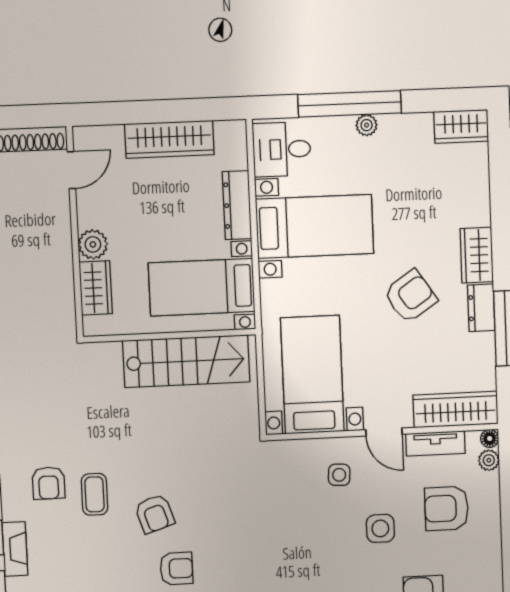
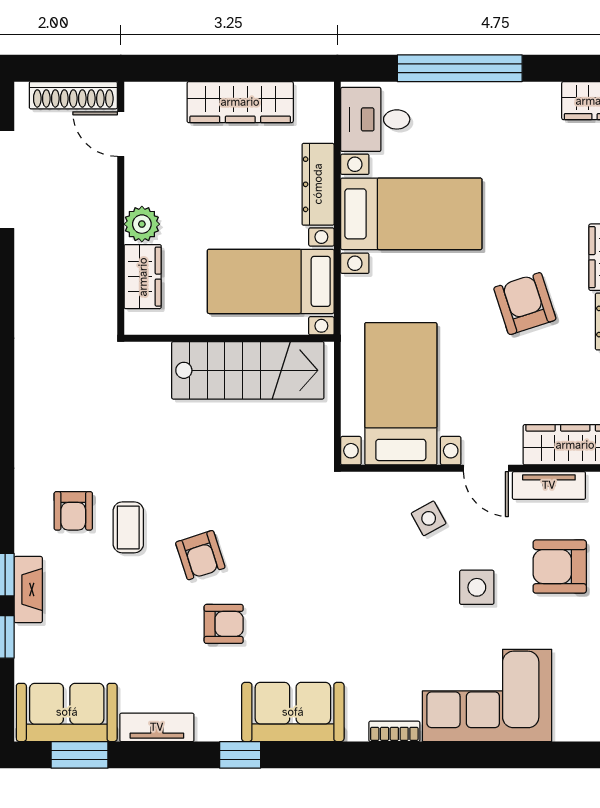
plant: (367, 125) -> (479, 95), removed
door: (71, 170) -> (121, 134), swing flipped
armchair: (410, 296) -> (525, 304), turned -74
side table: (339, 475) -> (429, 518), turned -32

